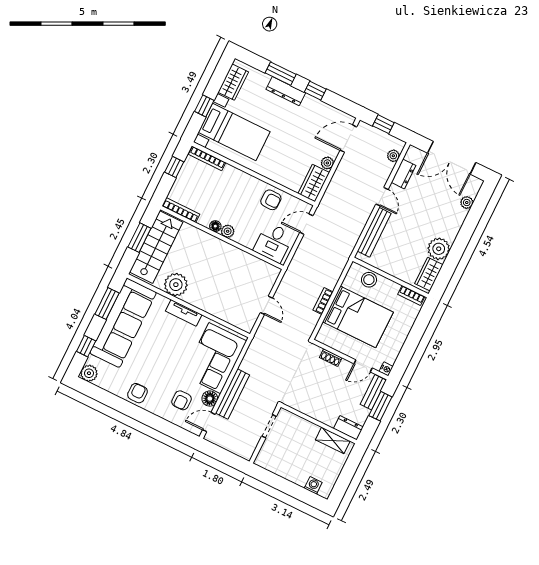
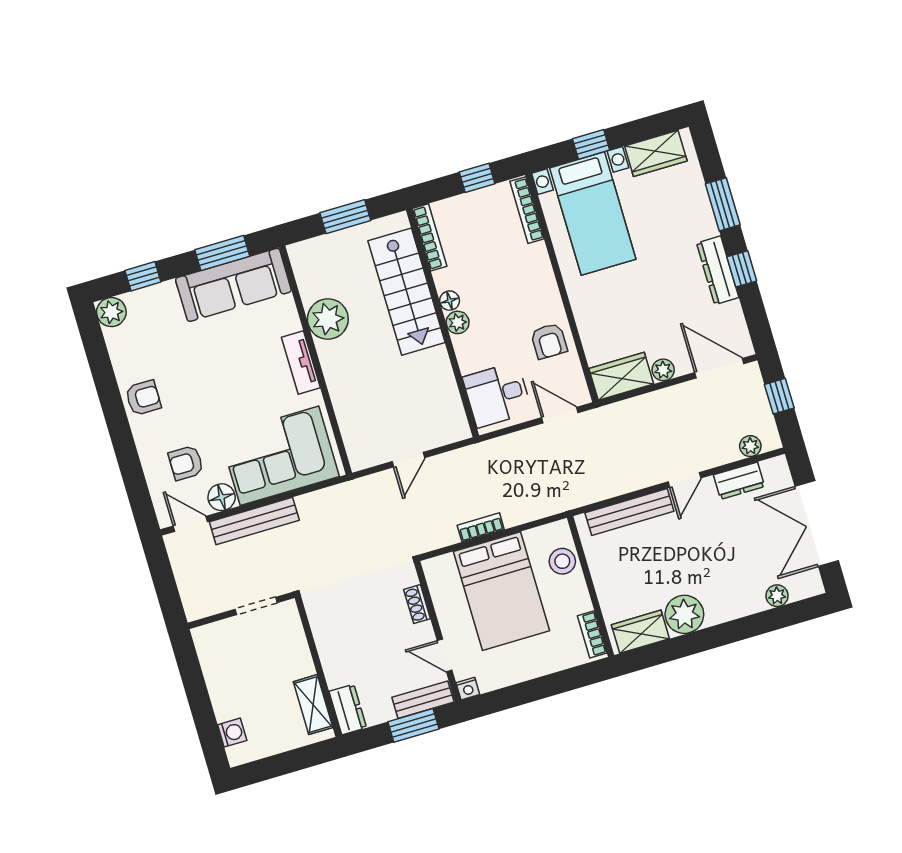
dresser: (286, 91) -> (718, 270), moved
stairs: (156, 247) -> (407, 292), moved, turned 90
sofa: (123, 323) -> (233, 285), width x0.74, depth x0.79

